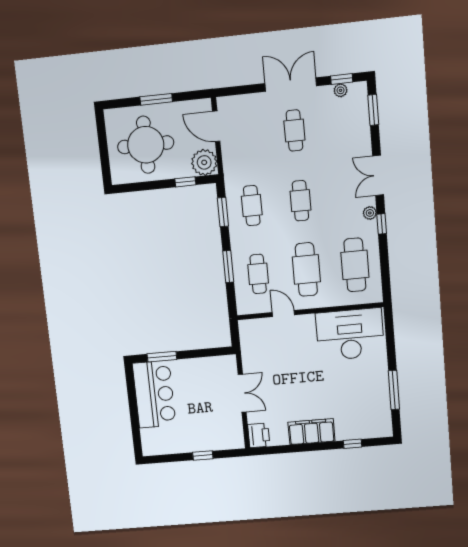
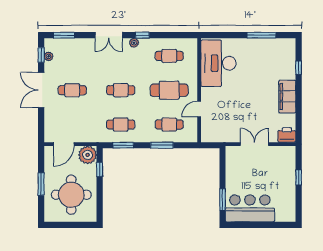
cafe table: (355, 265) -> (169, 56), width x0.73, depth x0.74

